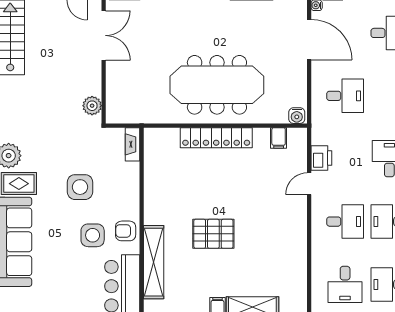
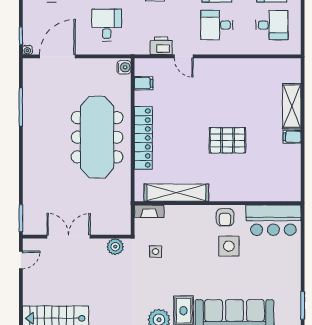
double door: (104, 35) -> (69, 237), moved
side table: (80, 187) -> (156, 252), moved, width x0.54, depth x0.54
desk: (345, 222) -> (217, 25), turned -90
pallet: (213, 234) -> (227, 140), turned 90
shelving: (154, 262) -> (176, 193), moved

